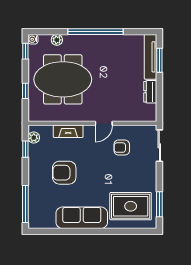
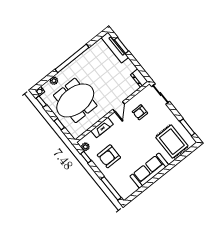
dresser: (150, 92) -> (139, 78), moved
armchair: (64, 173) -> (109, 156), moved
rug: (131, 206) -> (172, 142), turned 90

